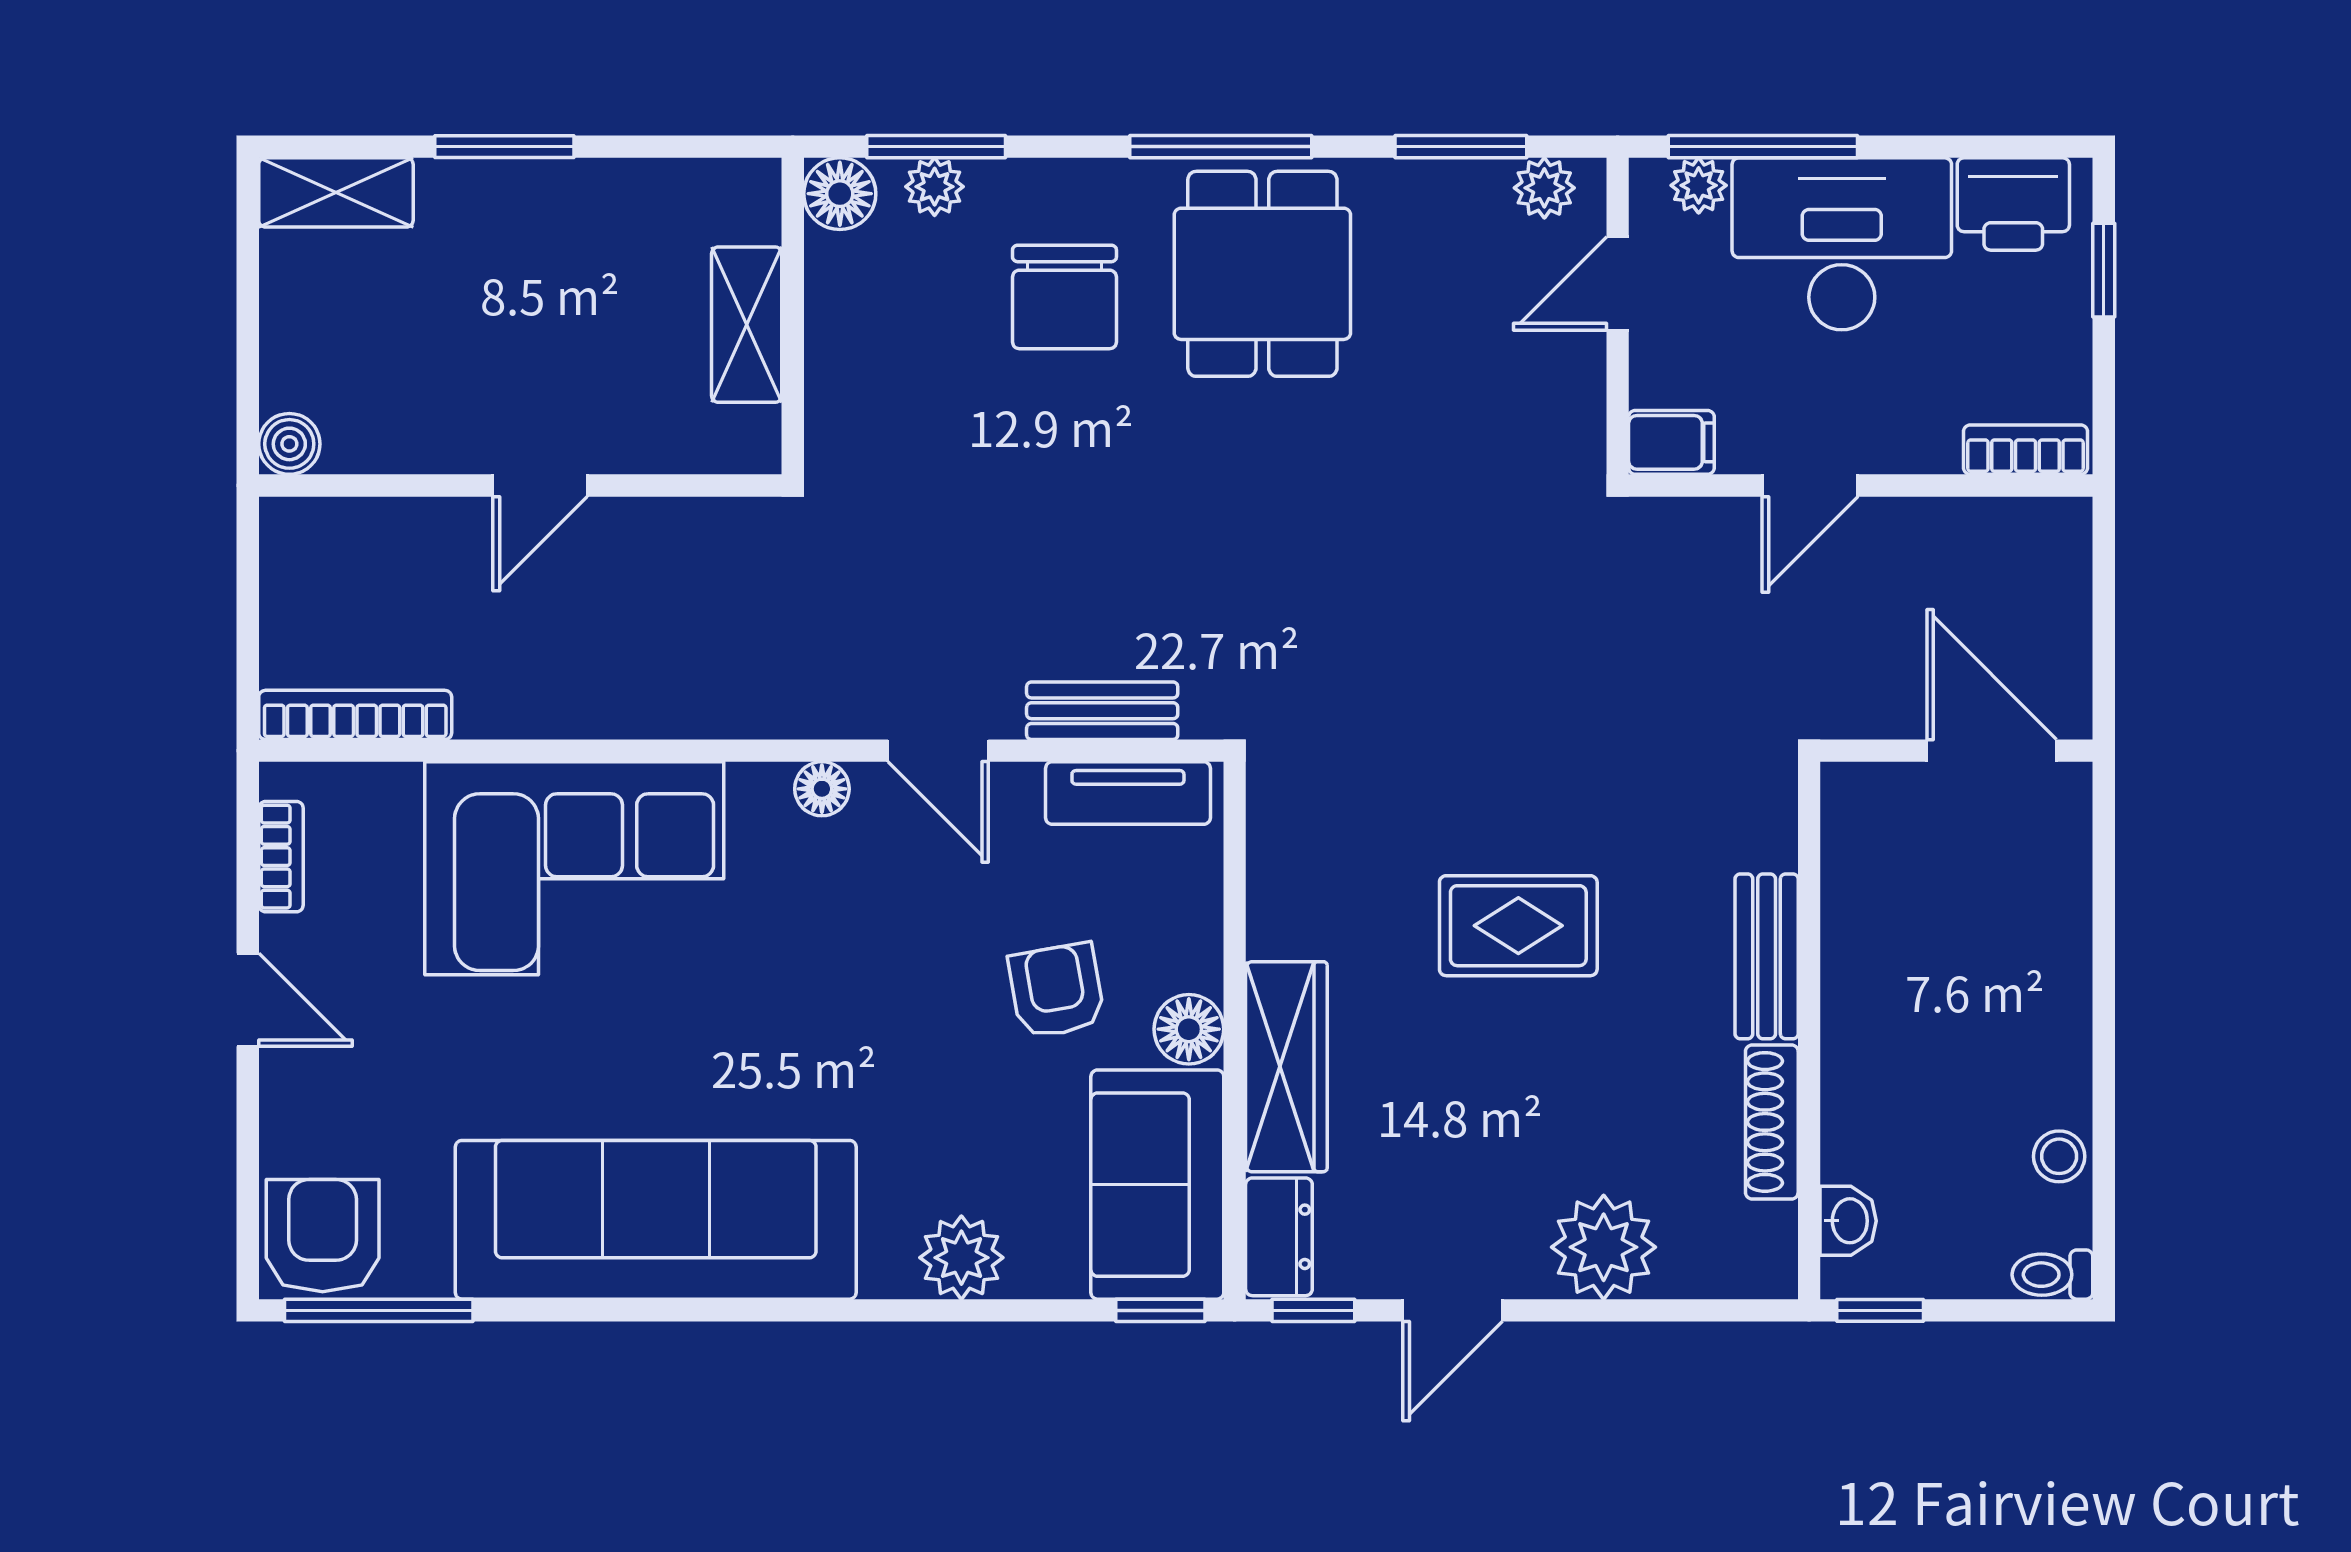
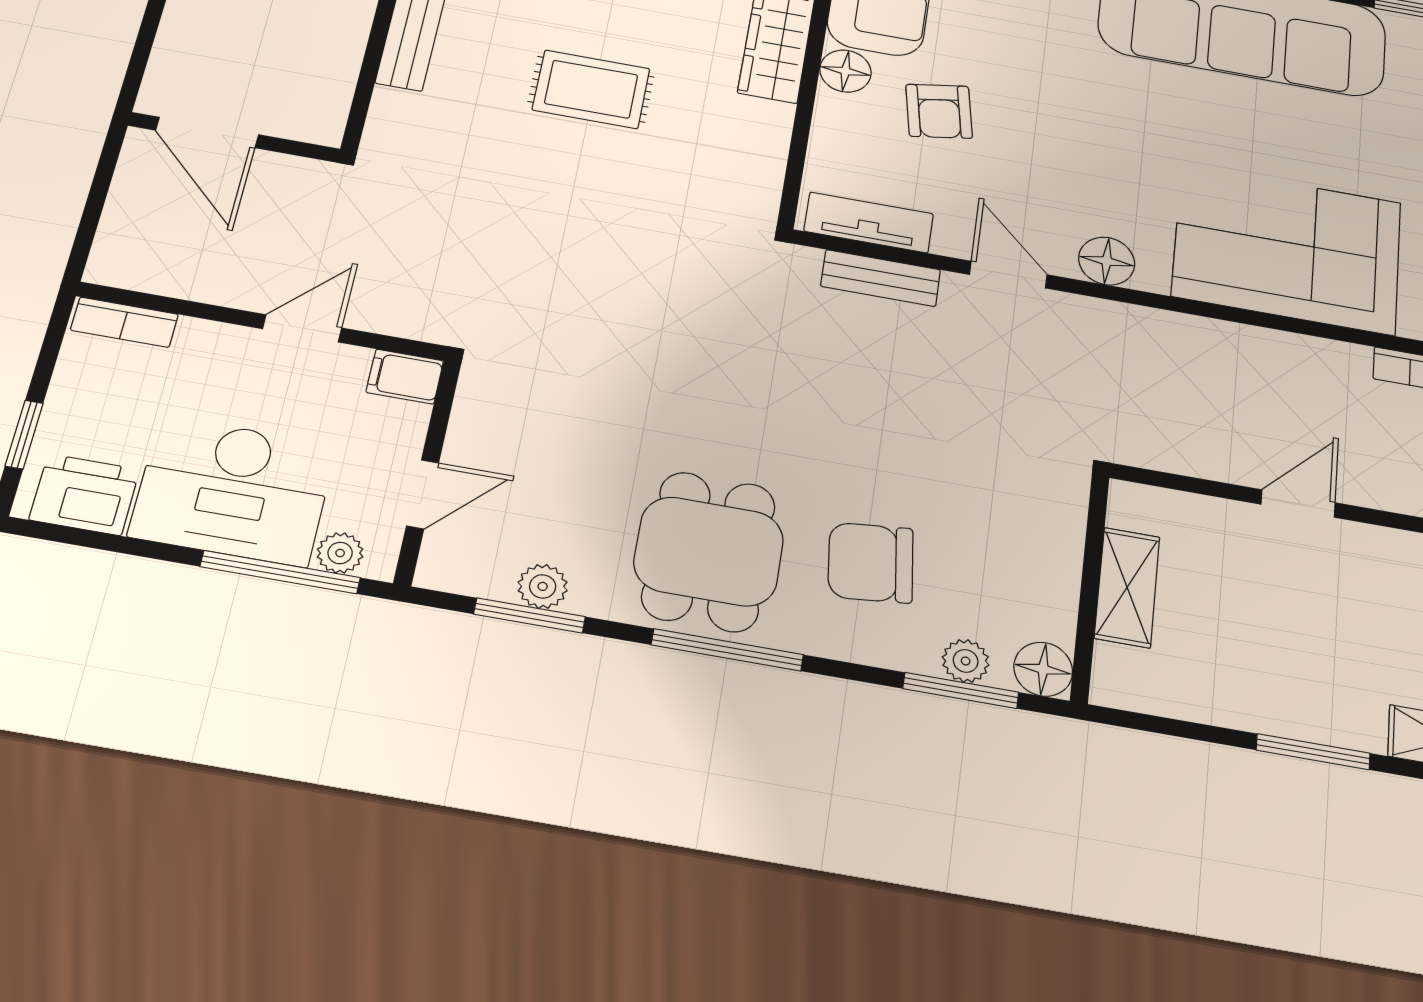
plant: (1544, 188) -> (543, 586), moved
chair: (1064, 297) -> (871, 563), turned -96
floor lamp: (822, 789) -> (1107, 261), width x1.37, depth x1.37

